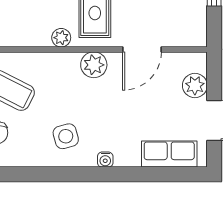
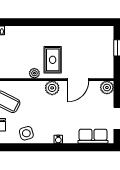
plant: (195, 86) -> (107, 88), moved
side table: (66, 136) -> (26, 133), moved

